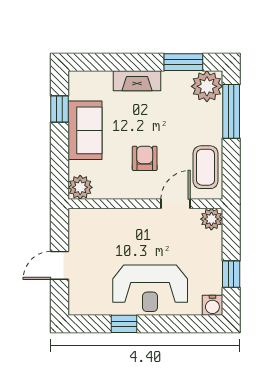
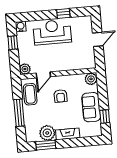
plant: (207, 86) -> (47, 133), moved
window: (231, 111) -> (19, 113), moved

